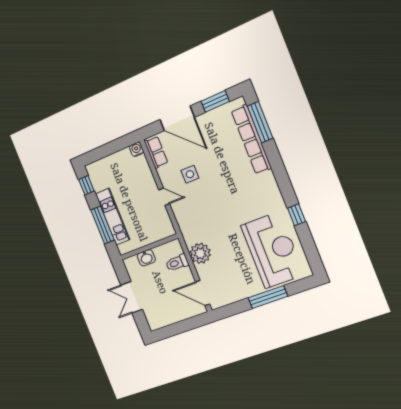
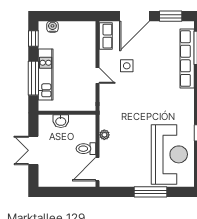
door: (177, 118) -> (134, 16), hinge flipped
water cooler: (137, 149) -> (52, 27), moved
plant: (200, 253) -> (104, 135), width x0.53, depth x0.53
toilet: (177, 263) -> (86, 149), moved
door: (203, 293) -> (98, 169), hinge flipped

